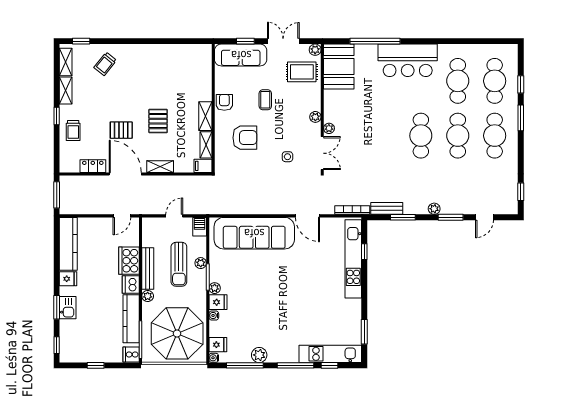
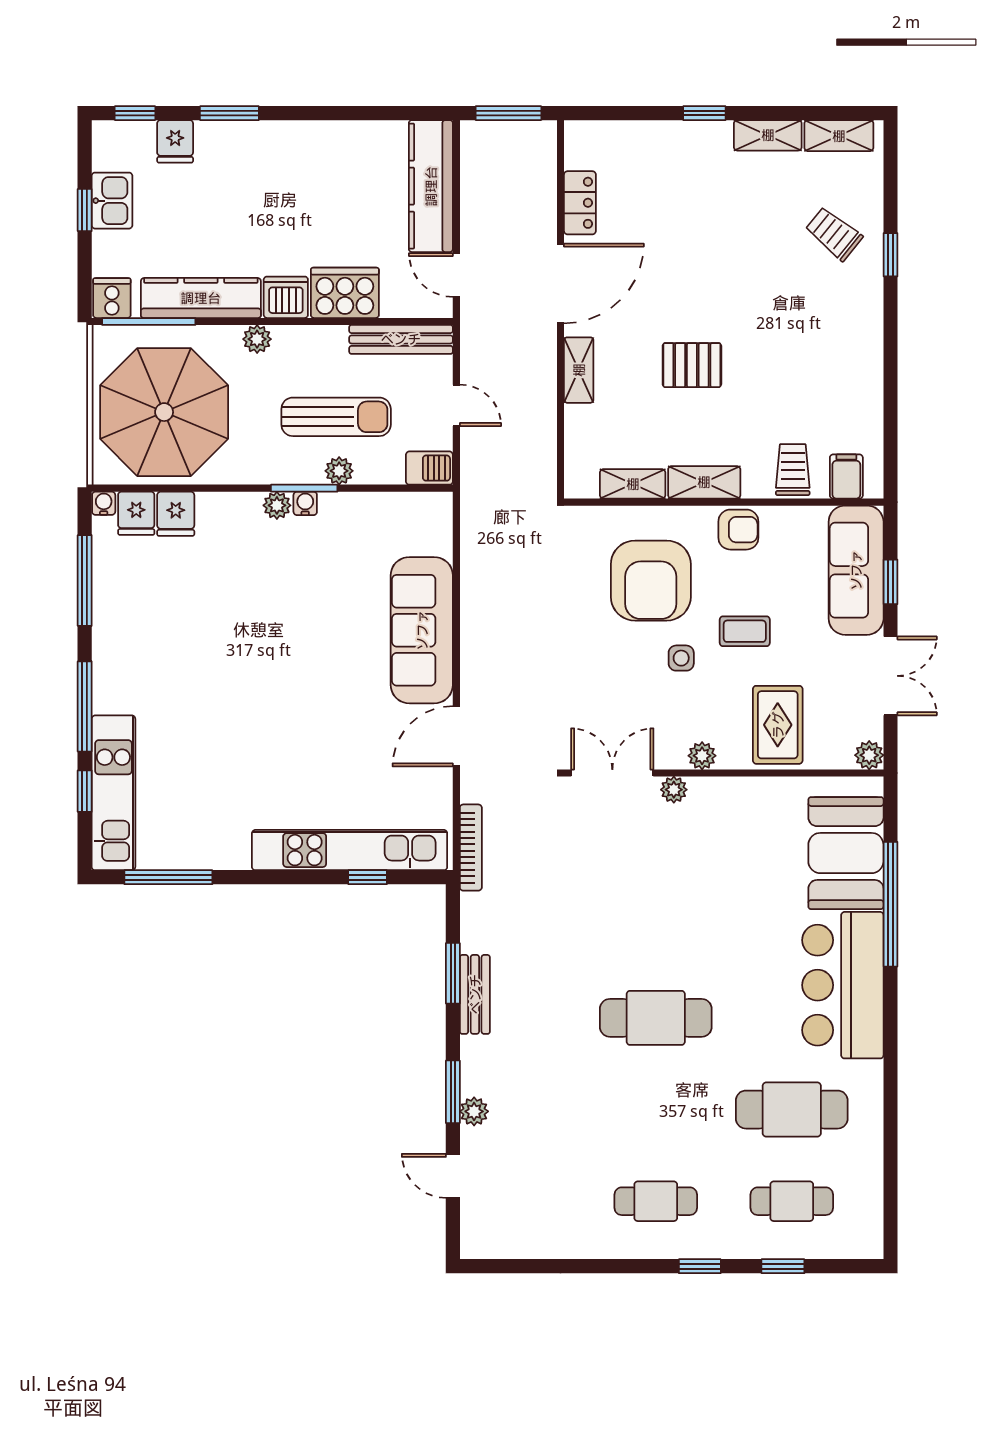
window: (81, 41) -> (890, 255), moved
booth: (339, 66) -> (846, 853), moved, turned 90
rug: (302, 72) -> (778, 725), moved
cafe table: (495, 81) -> (792, 1201), width x0.73, depth x0.74
window: (521, 118) -> (700, 1266), width x0.67
pallet: (121, 130) -> (670, 273), removed
trolley: (73, 131) -> (793, 470), moved, turned 90
cafe table: (458, 136) -> (656, 1110), removed
cafe table: (495, 136) -> (656, 1201), width x0.73, depth x0.74
armchair: (245, 138) -> (651, 581), width x1.36, depth x1.36
double door: (322, 153) -> (612, 773), swing flipped
side table: (287, 157) -> (681, 658), moved
filing cabinet: (203, 166) -> (846, 477), moved
window: (521, 192) -> (516, 1266), removed
bench: (387, 208) -> (475, 994), moved
plant: (434, 209) -> (474, 1111), moved
sofa: (254, 233) -> (422, 630), width x0.74, depth x0.79
kitchen counter: (68, 244) -> (431, 186), moved, turned 90
sun lounger: (179, 264) -> (336, 417), turned 180
bench: (148, 268) -> (401, 339), moved
fridge: (68, 279) -> (175, 141), moved
fridge: (218, 302) -> (176, 514), moved
kitchen sink: (68, 308) -> (112, 201), moved, turned -90
water cooler: (214, 315) -> (305, 503), moved
window: (364, 332) -> (168, 877), width x1.44
plant: (259, 355) -> (111, 616), removed

